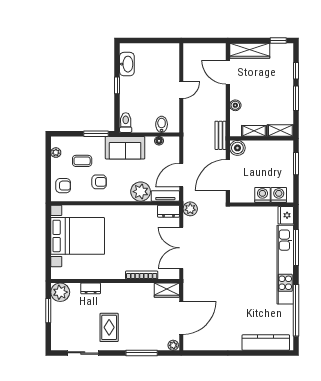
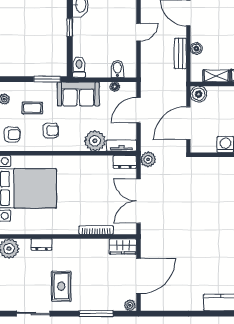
bench: (221, 135) -> (180, 53), moved
door: (181, 175) -> (138, 110), moved

